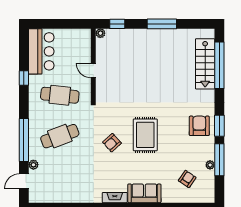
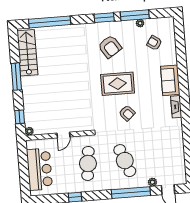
bar counter: (41, 51) -> (39, 169), moved, turned 90
stairs: (205, 64) -> (27, 53), moved, turned -90
armchair: (199, 126) -> (110, 47), moved, turned -123

